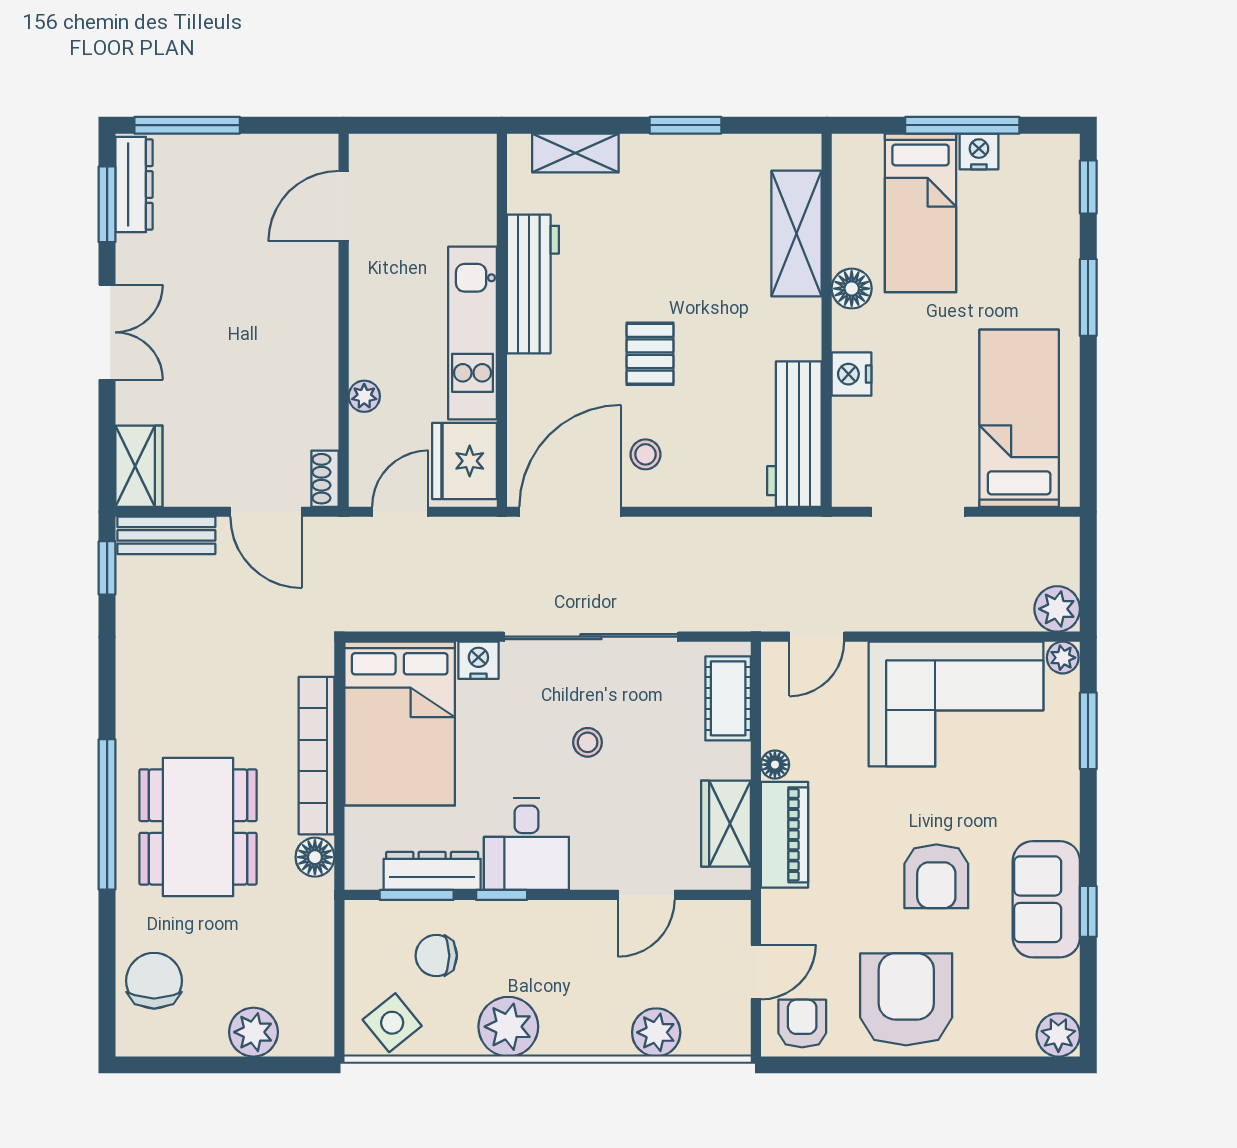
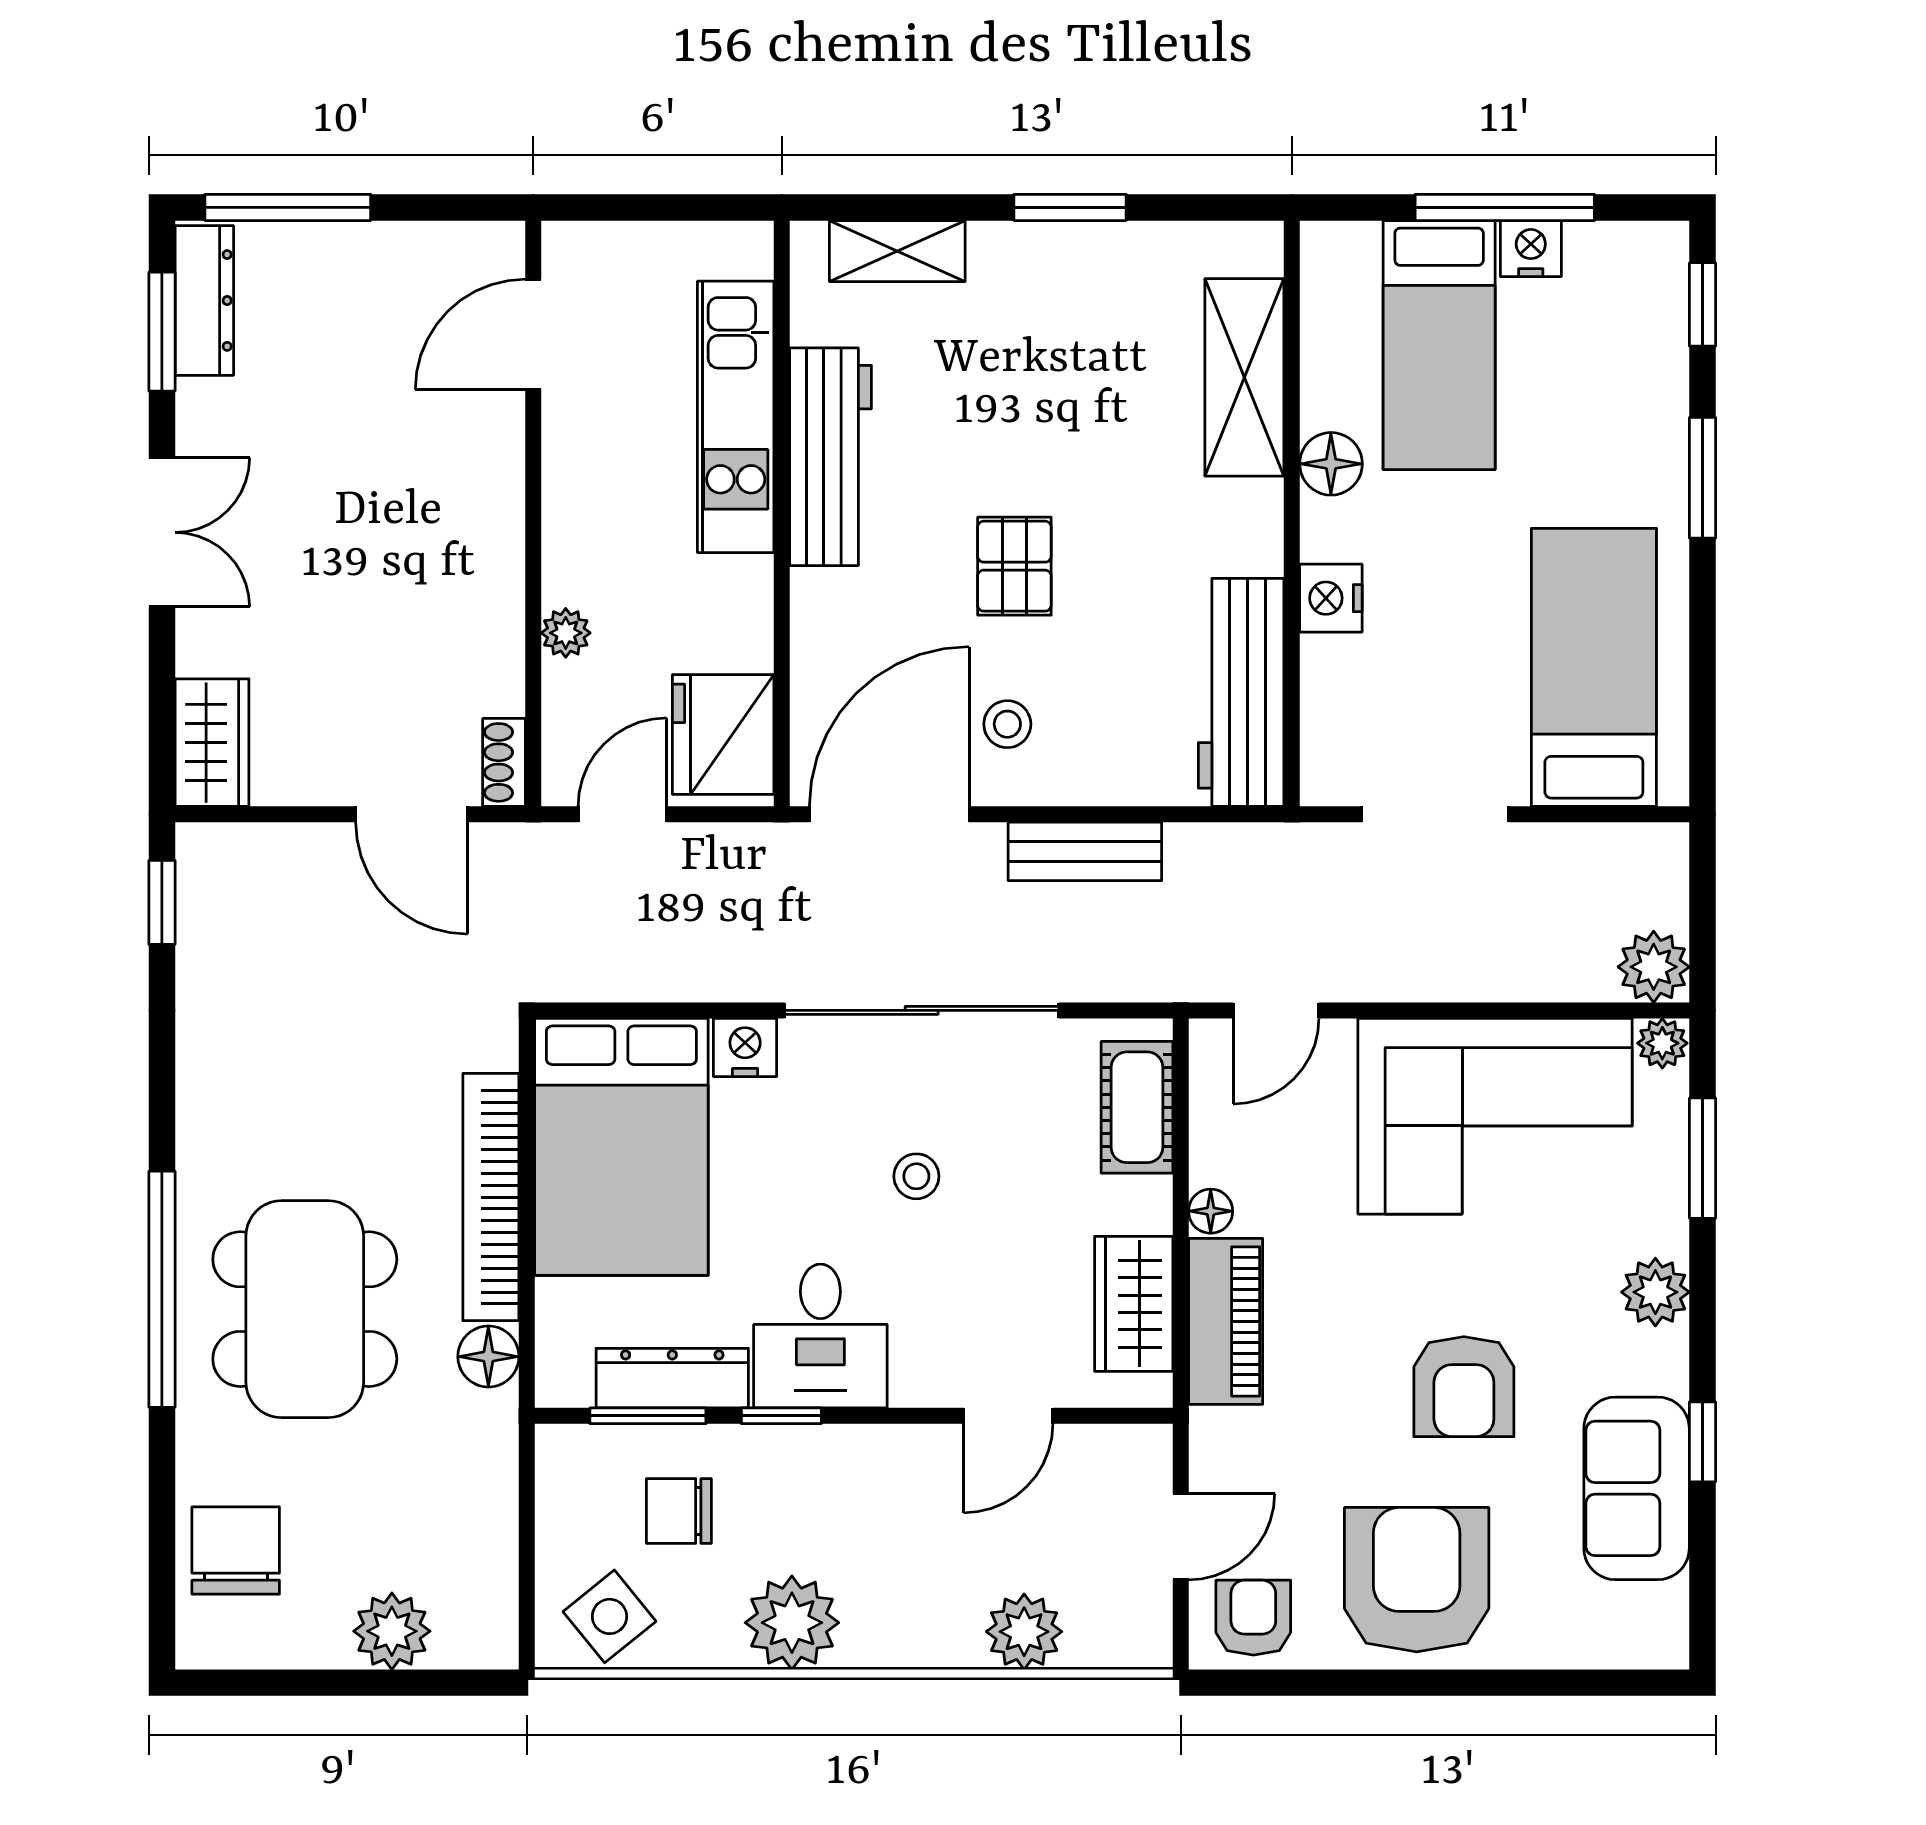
kitchen unit: (473, 333) -> (736, 417), moved
bench: (166, 535) -> (1085, 851), moved
sofa: (1046, 899) -> (1637, 1488), moved
plant: (1058, 1035) -> (1655, 1292), moved

